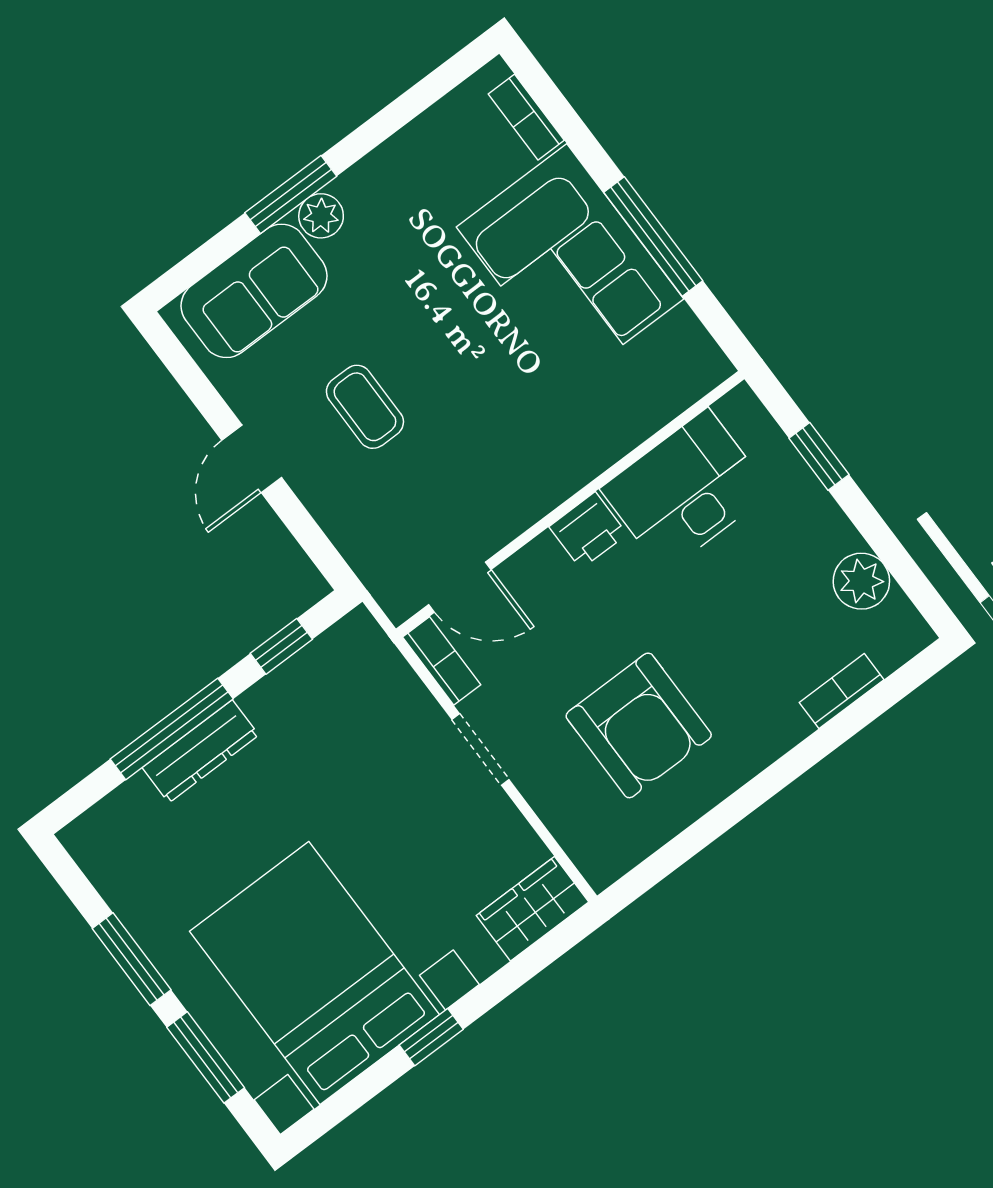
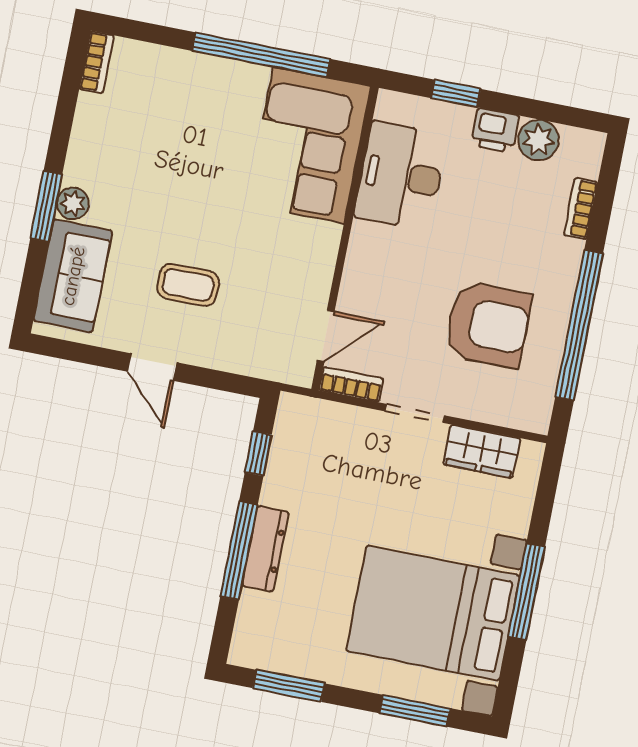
bookcase: (526, 117) -> (97, 62), moved, turned -90
window: (653, 236) -> (261, 55), width x1.46
corner sofa: (570, 263) -> (309, 145), moved, turned 90
printer: (588, 530) -> (495, 130), moved, turned 90
window: (732, 810) -> (579, 325), added
wardrobe: (533, 909) -> (482, 451), moved, turned -90
window: (132, 959) -> (289, 686), moved
window: (431, 1037) -> (526, 592), width x2.17

